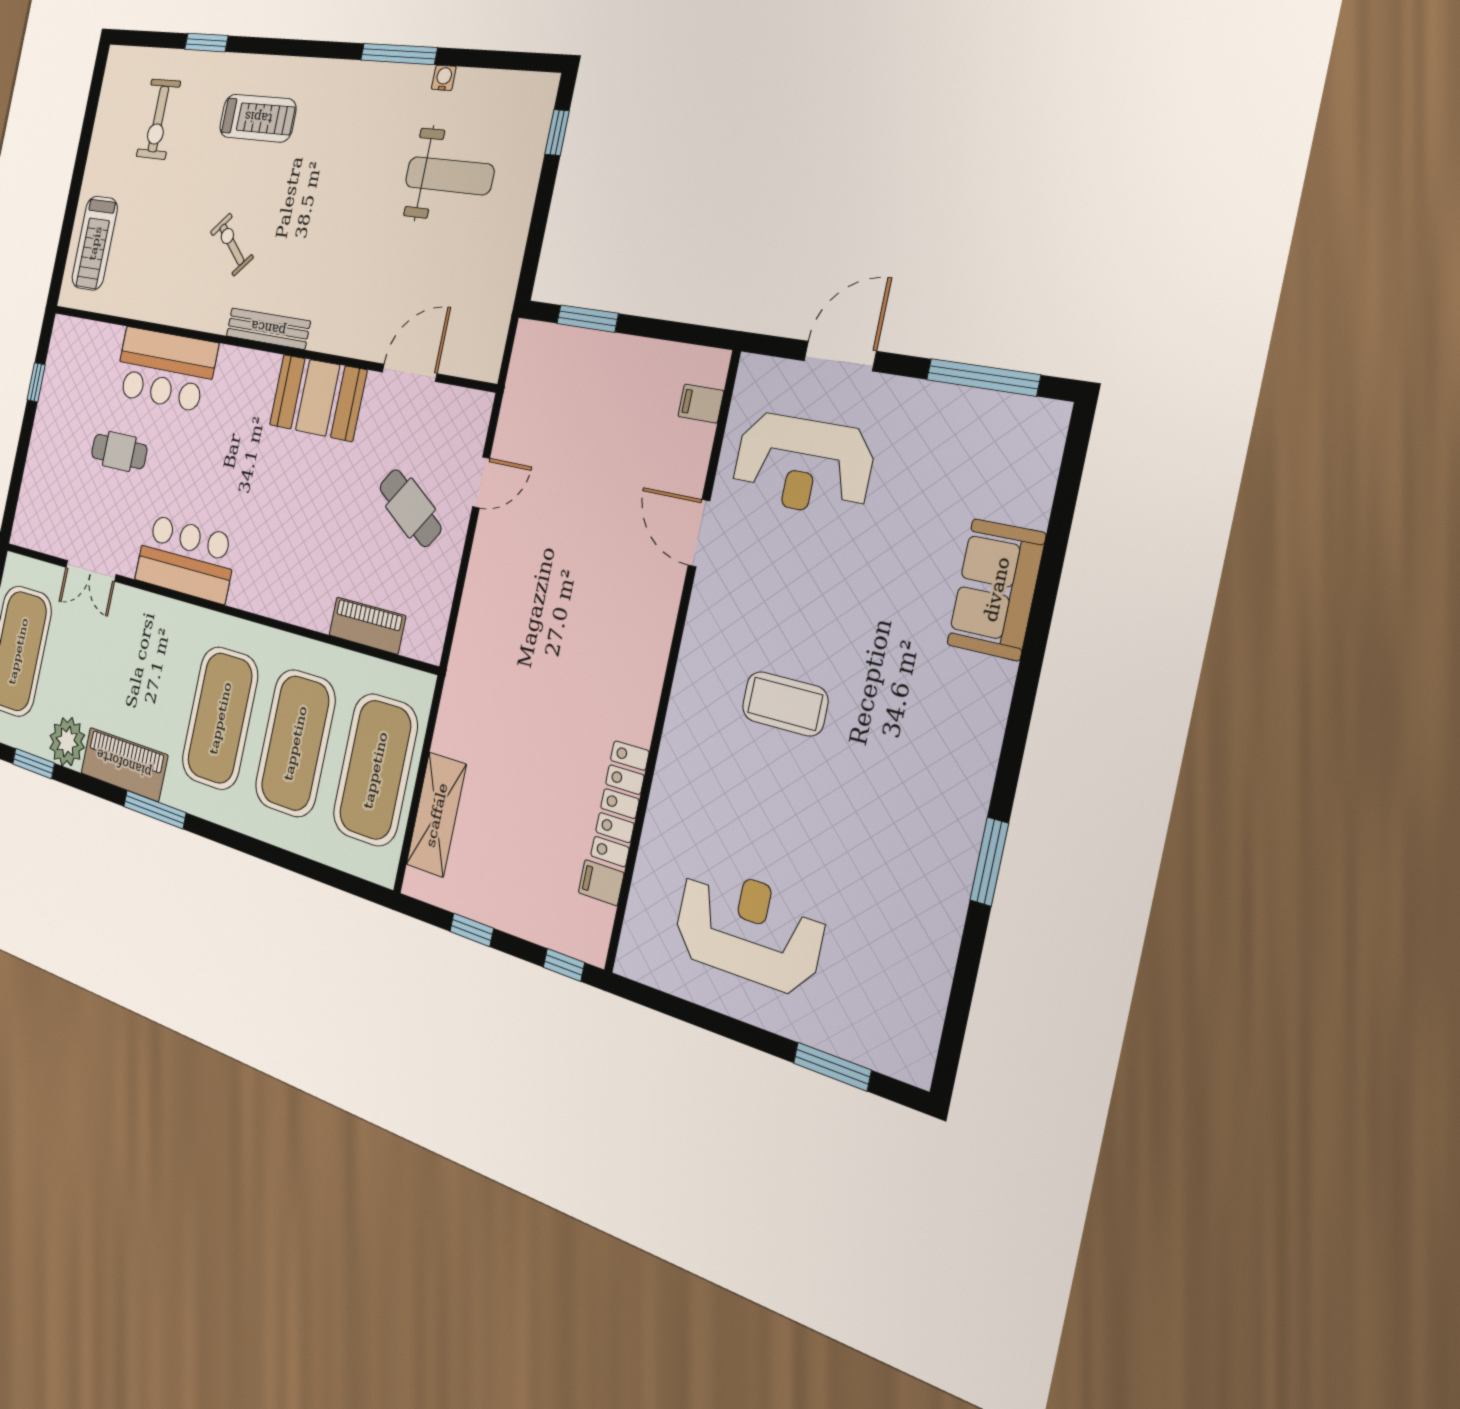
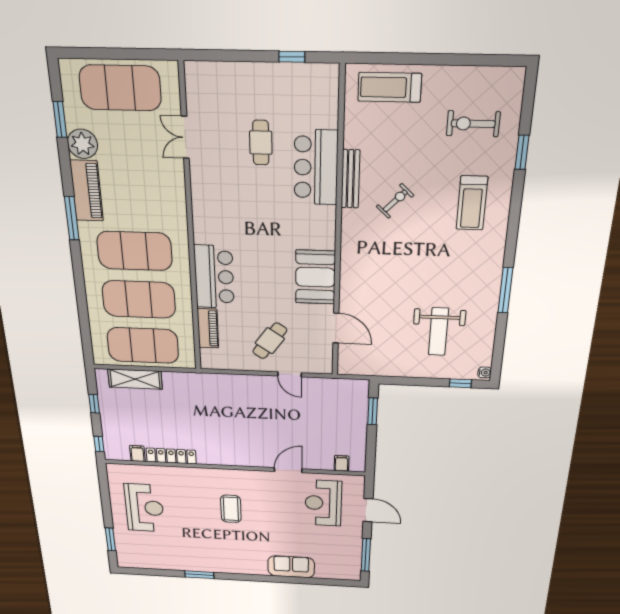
water cooler: (444, 78) -> (485, 372), moved
bench: (268, 329) -> (350, 179), moved
bar counter: (186, 558) -> (214, 277), moved

